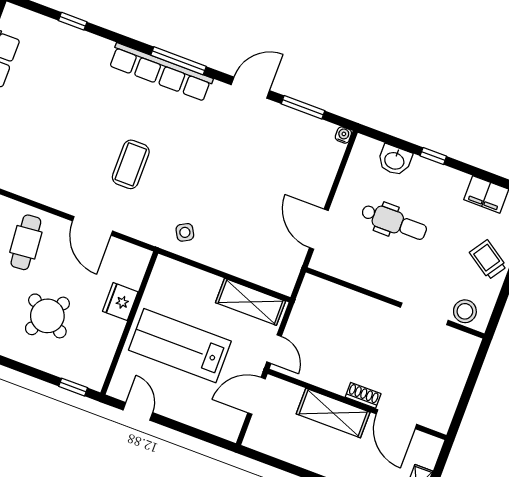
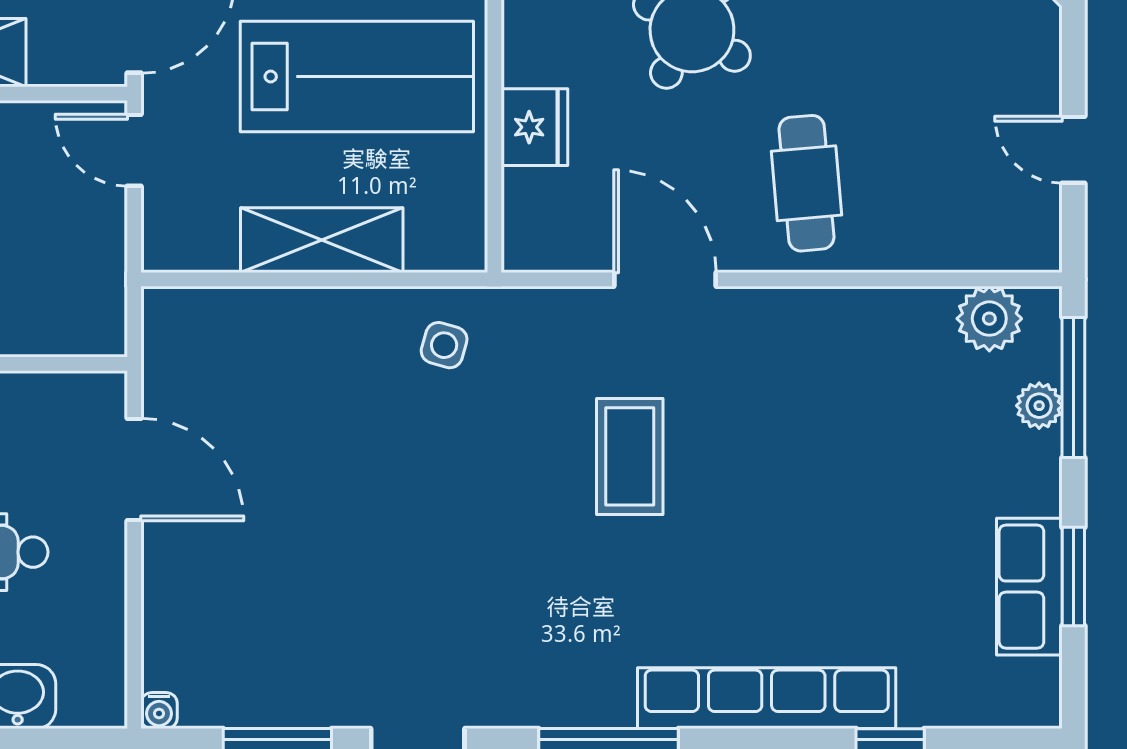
row of seats: (161, 72) -> (767, 698), moved
side table: (185, 232) -> (444, 345), turned 45
shelving: (251, 302) -> (322, 240), moved

